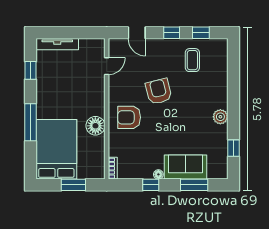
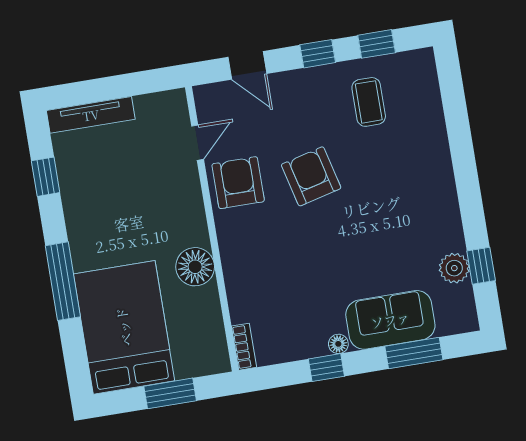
armchair: (129, 117) -> (238, 183), moved, turned 90
plant: (220, 117) -> (454, 268), moved

